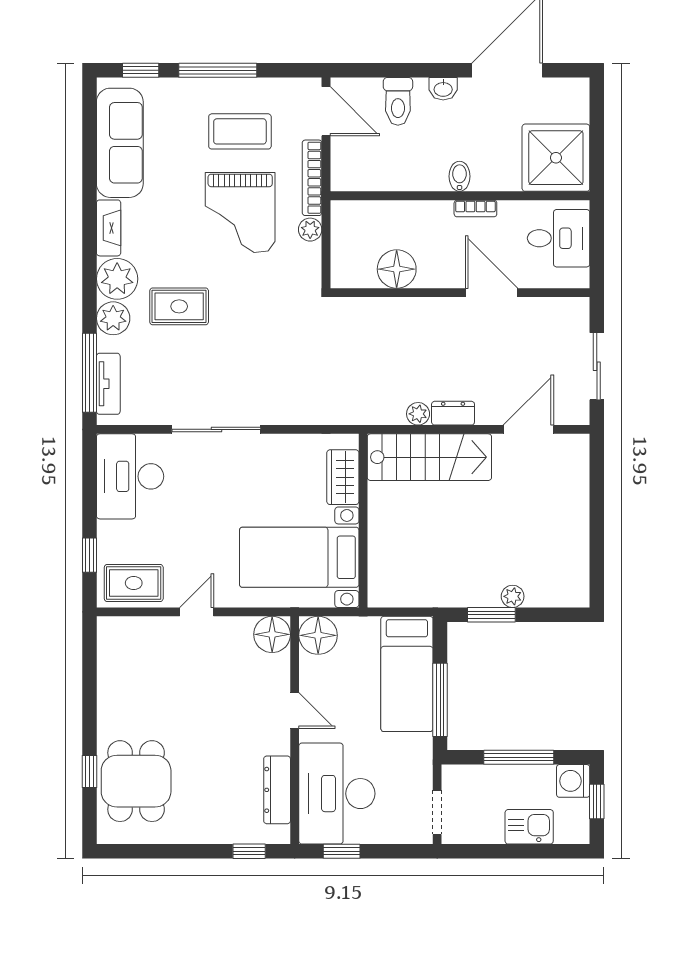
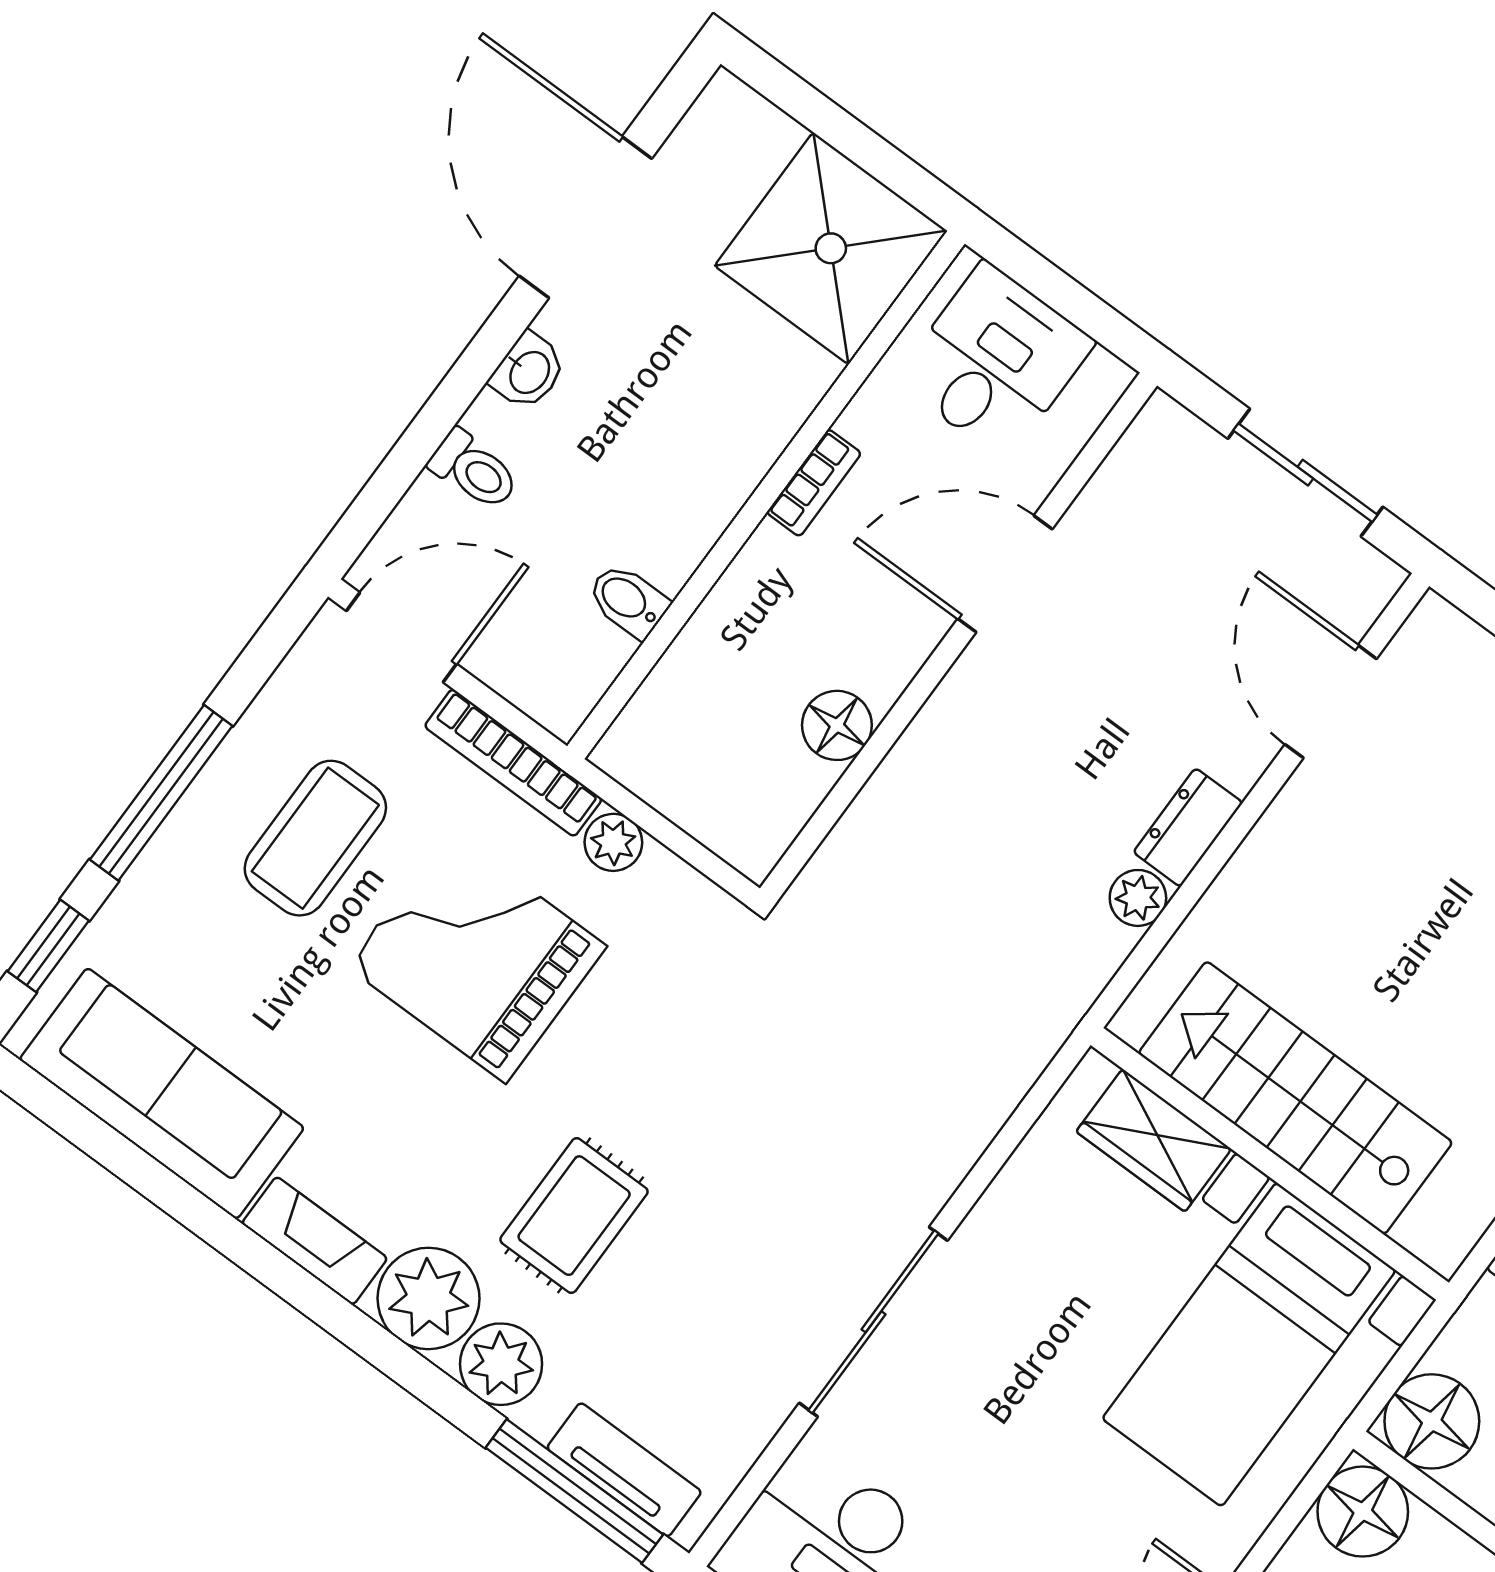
toilet: (398, 101) -> (474, 470), width x0.73, depth x0.72
bidet: (460, 176) -> (628, 601), moved
grand piano: (240, 213) -> (477, 957), turned 180
floor lamp: (397, 269) -> (837, 725), width x0.73, depth x0.73
stairs: (429, 457) -> (1295, 1098), moved, turned -90

